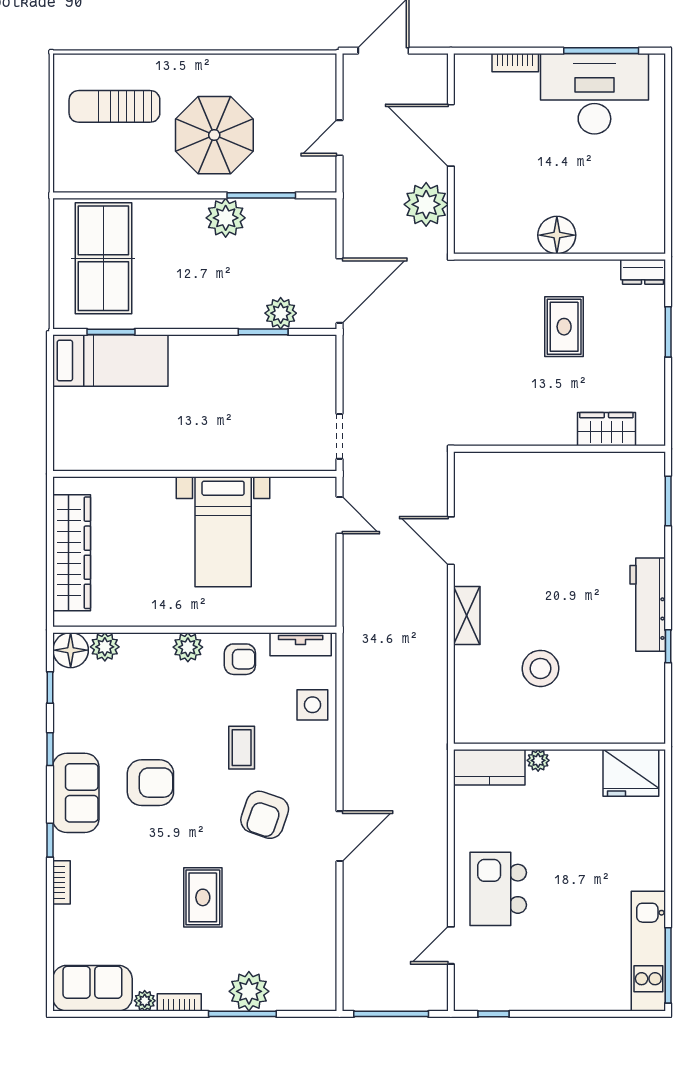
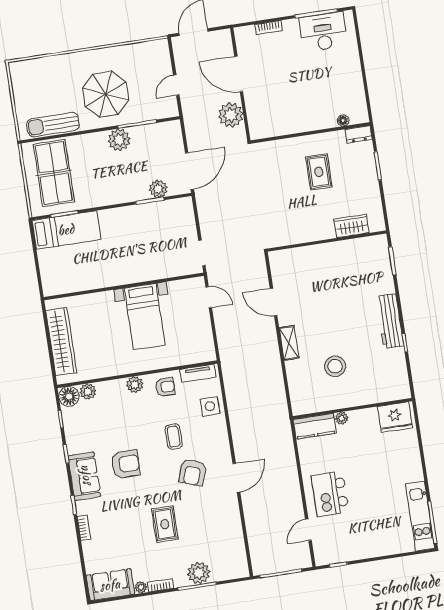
desk: (594, 94) -> (323, 32), width x0.73, depth x0.77
sun lounger: (114, 106) -> (53, 125), moved
floor lamp: (557, 235) -> (343, 121), moved, width x0.53, depth x0.53

